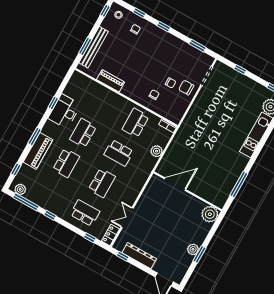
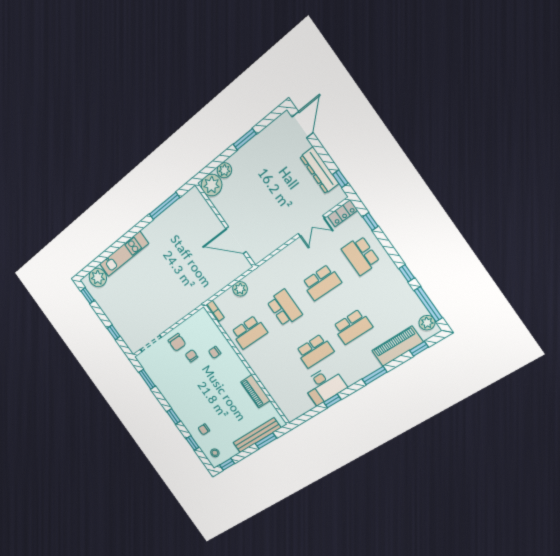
piano: (38, 151) -> (397, 346), moved
school desk: (66, 163) -> (353, 327), turned 180
school desk: (102, 183) -> (322, 282), turned 180
plant: (193, 249) -> (224, 170), moved

